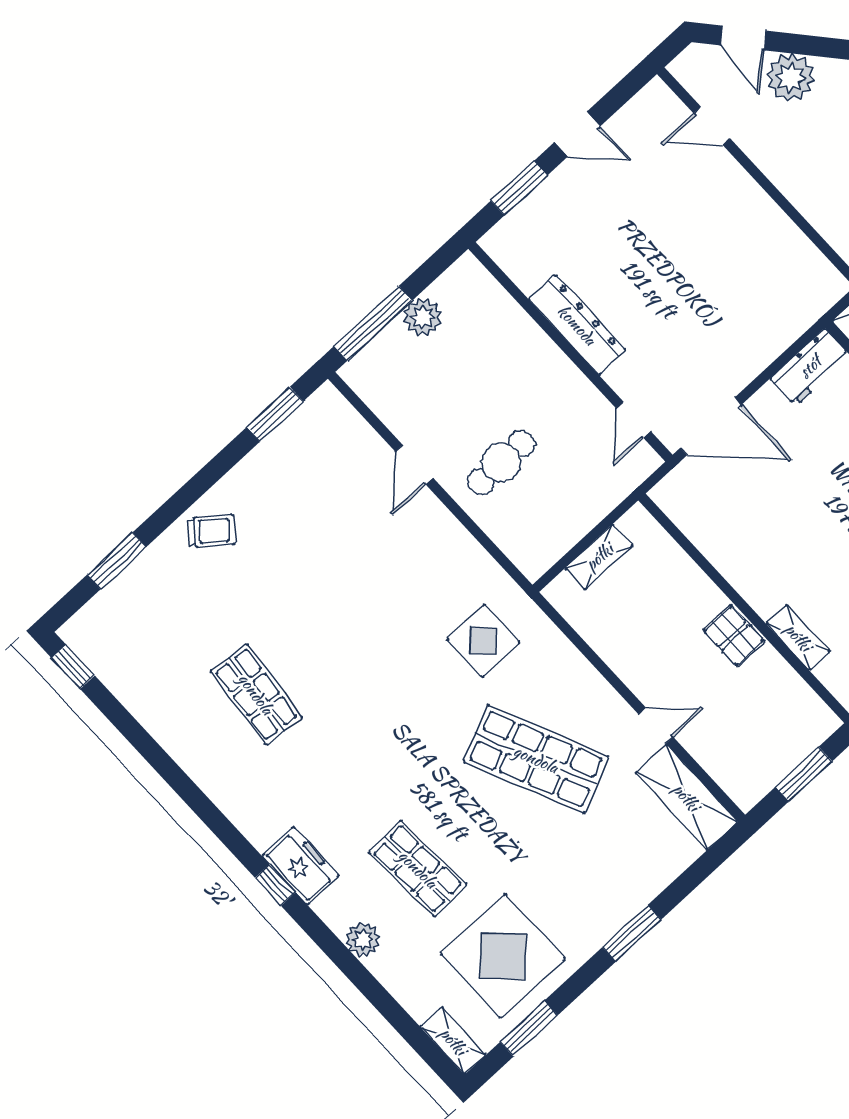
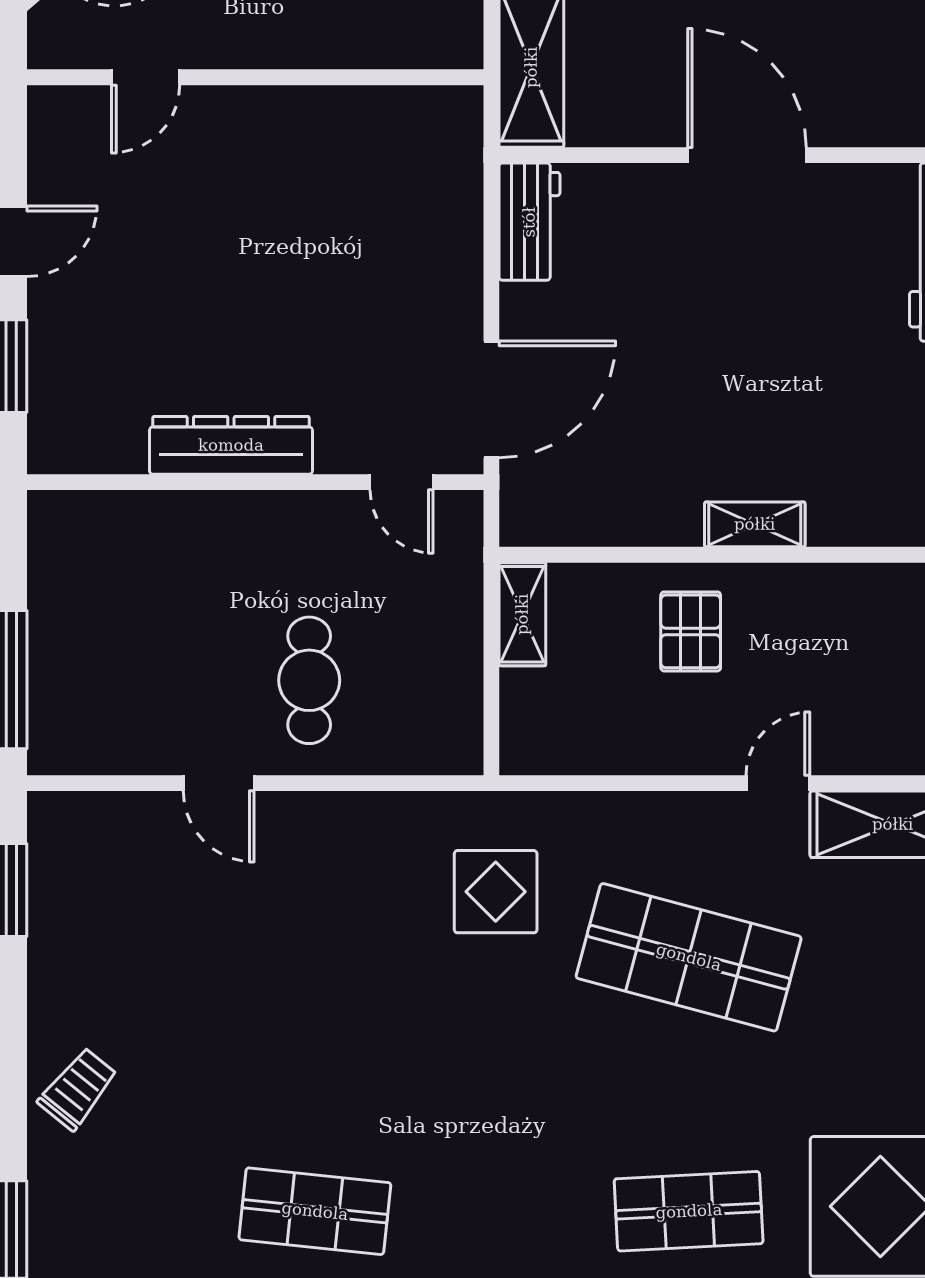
plant: (423, 317) -> (57, 616), removed
shelving: (599, 557) -> (522, 614), moved
pallet: (734, 636) -> (691, 631), moved, turned 90
shelving: (798, 637) -> (755, 524), moved
shop shelf: (536, 759) -> (689, 957), turned 39

